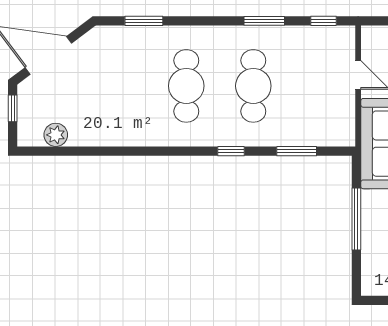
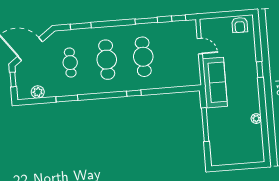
cafe table: (119, 86) -> (70, 63), added
window: (297, 151) -> (67, 99), moved

